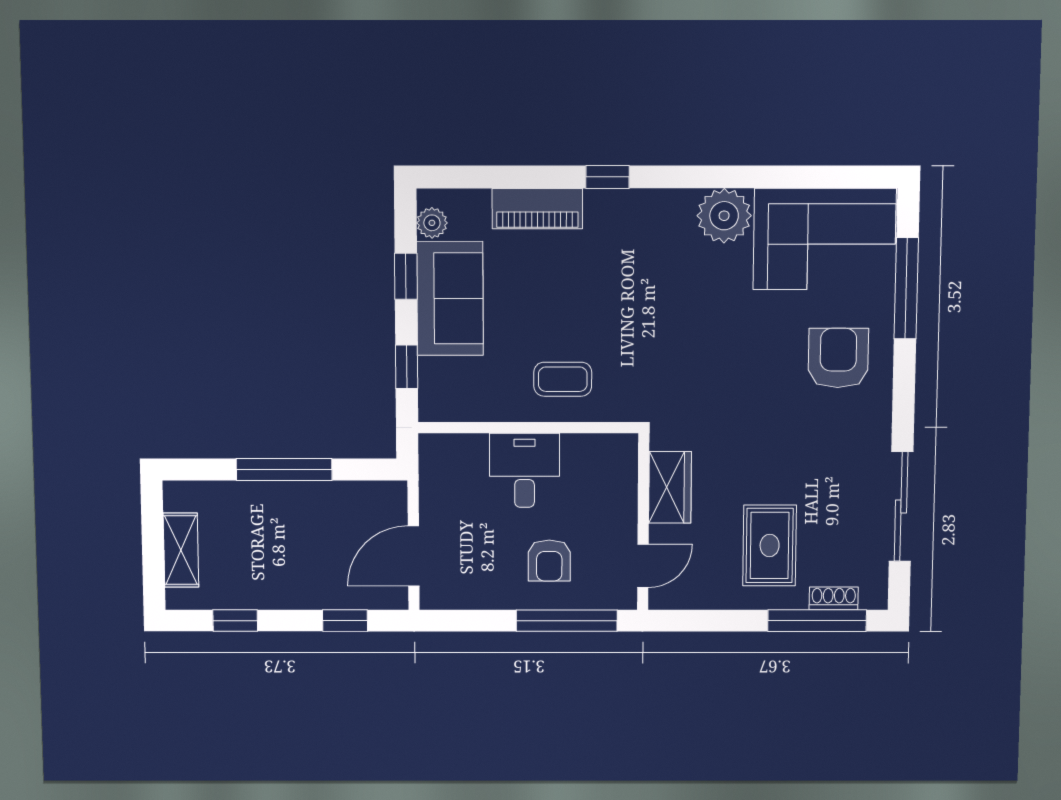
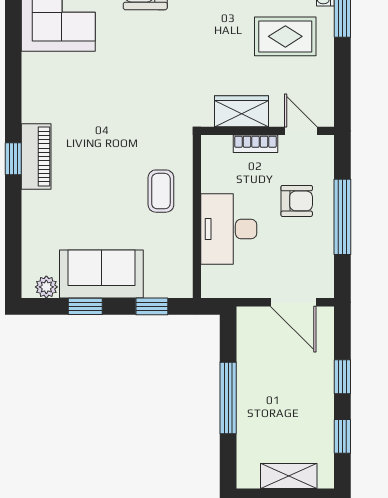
piano: (537, 209) -> (36, 157), moved
plant: (724, 216) -> (41, 73), removed
desk: (525, 470) -> (229, 229), width x1.37
bookcase: (626, 506) -> (255, 144), added
window: (345, 621) -> (342, 377), moved
window: (567, 621) -> (342, 217), moved

